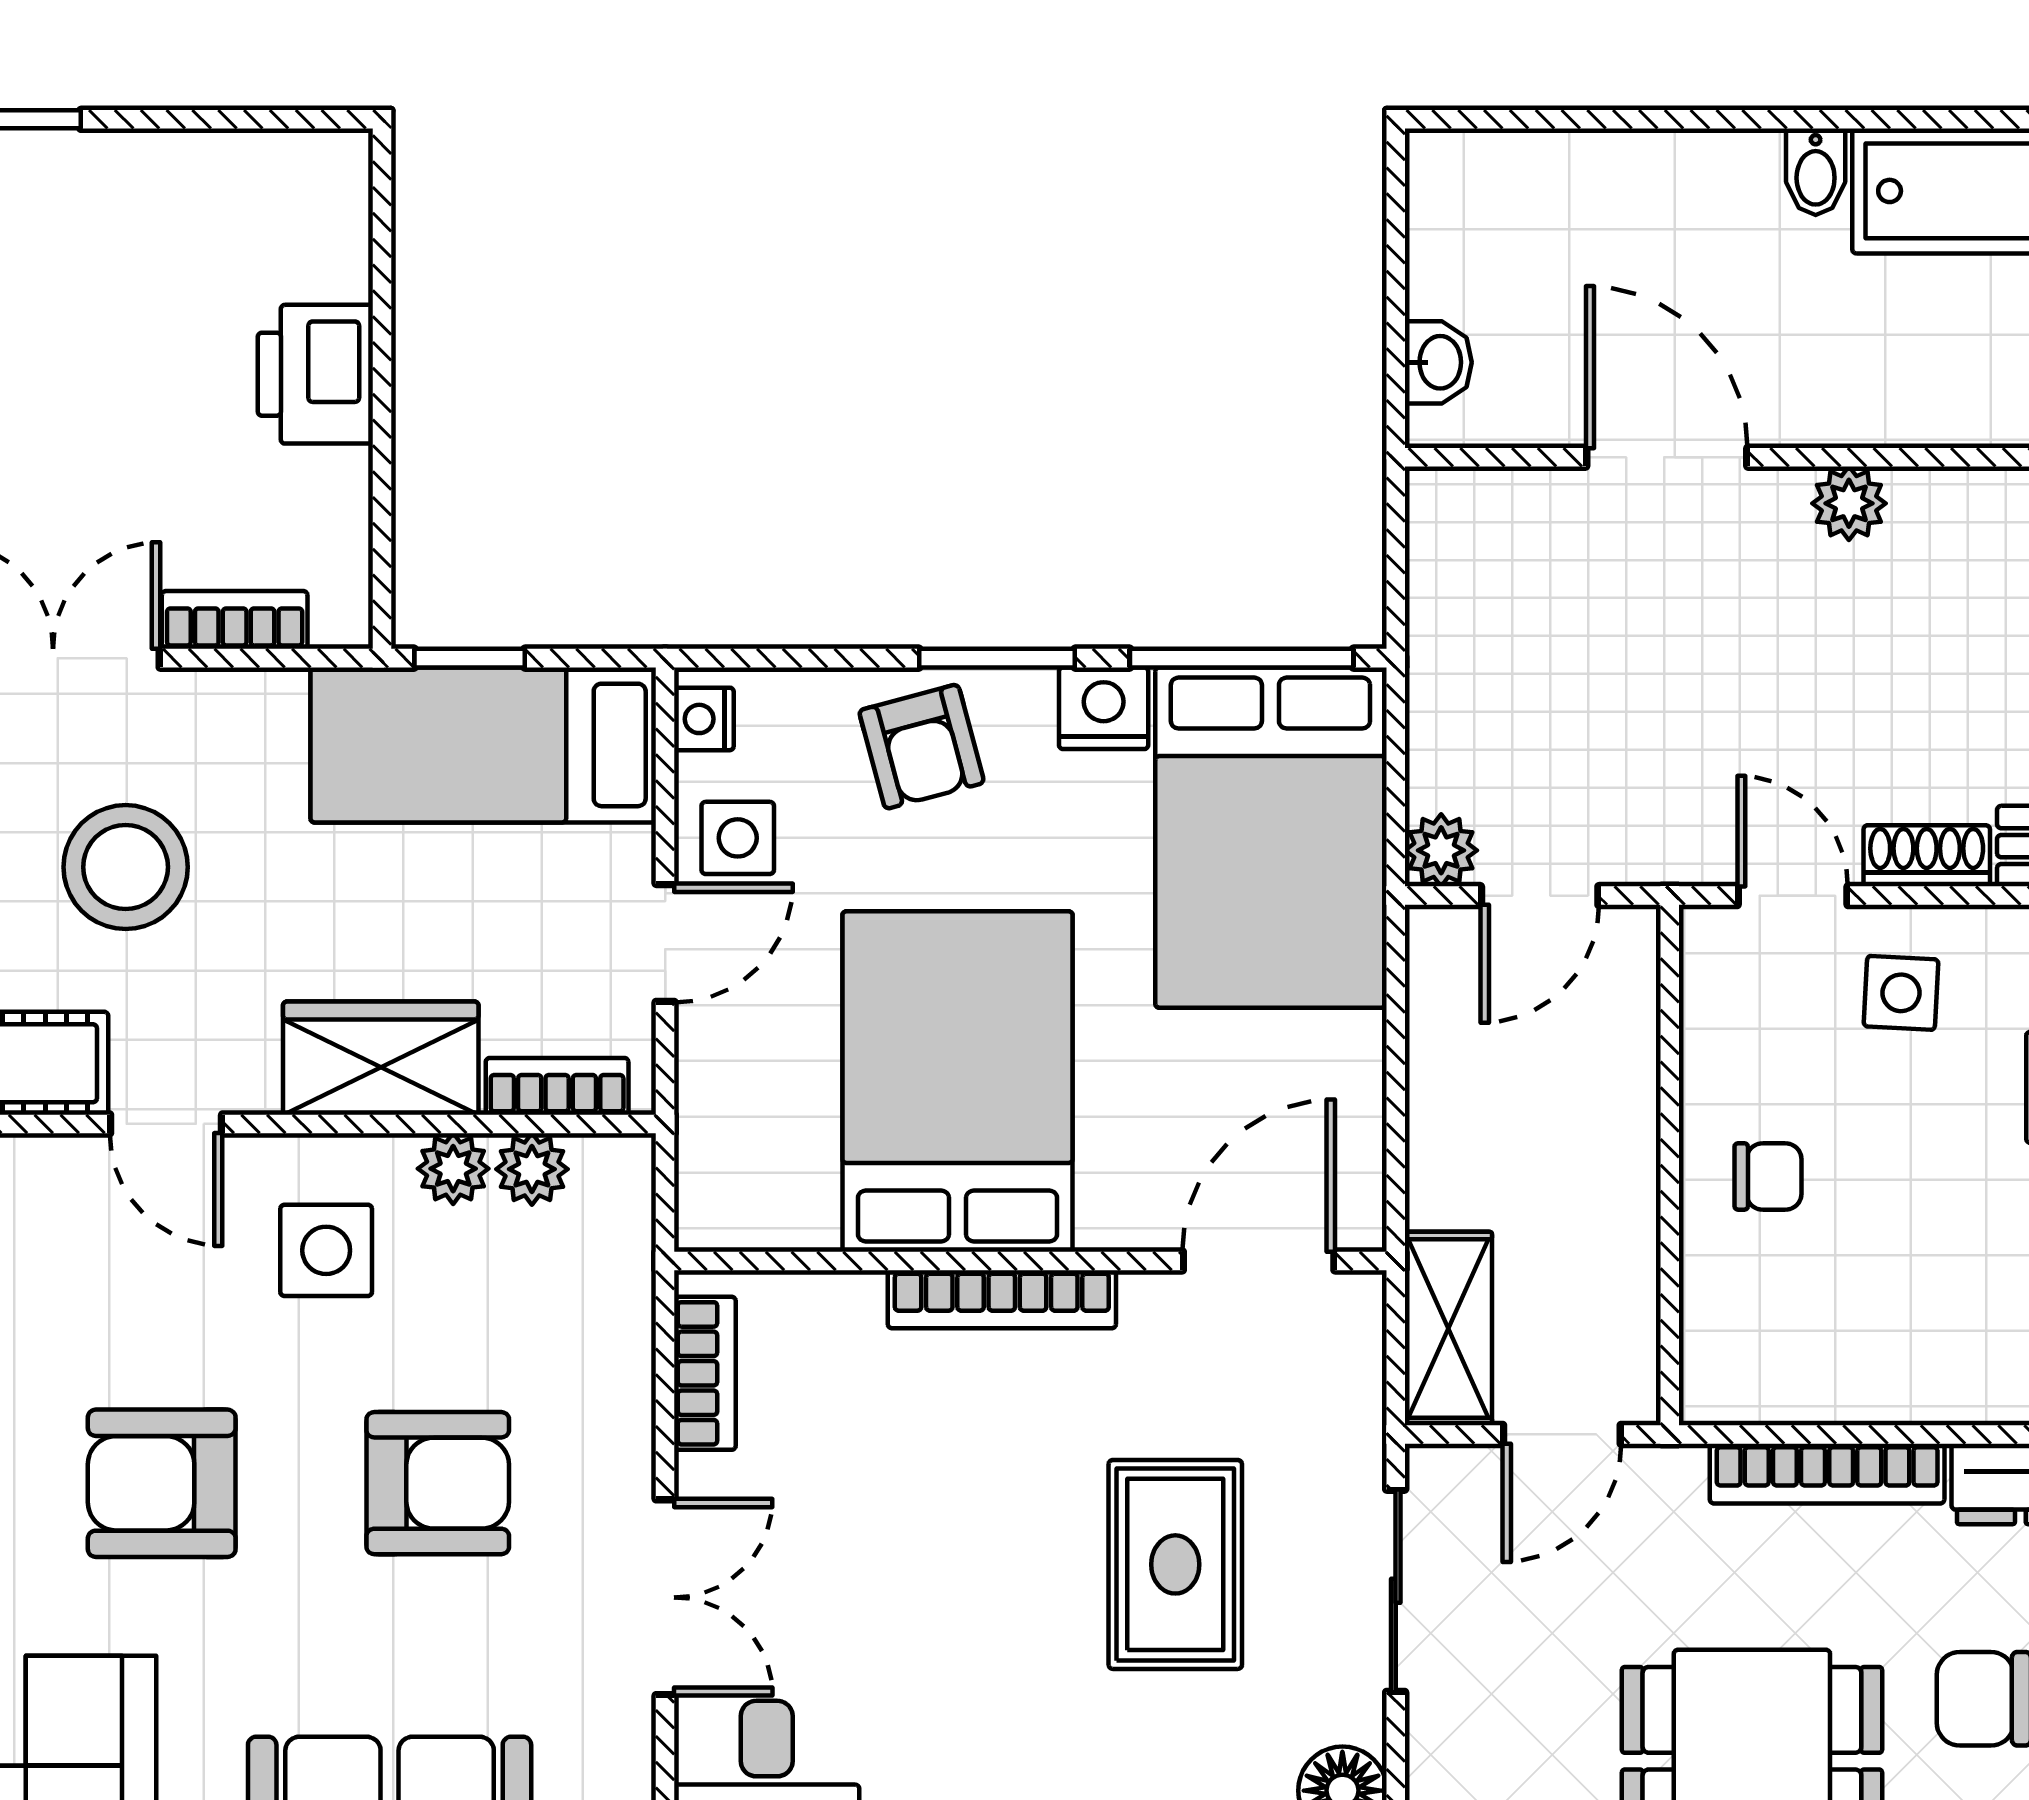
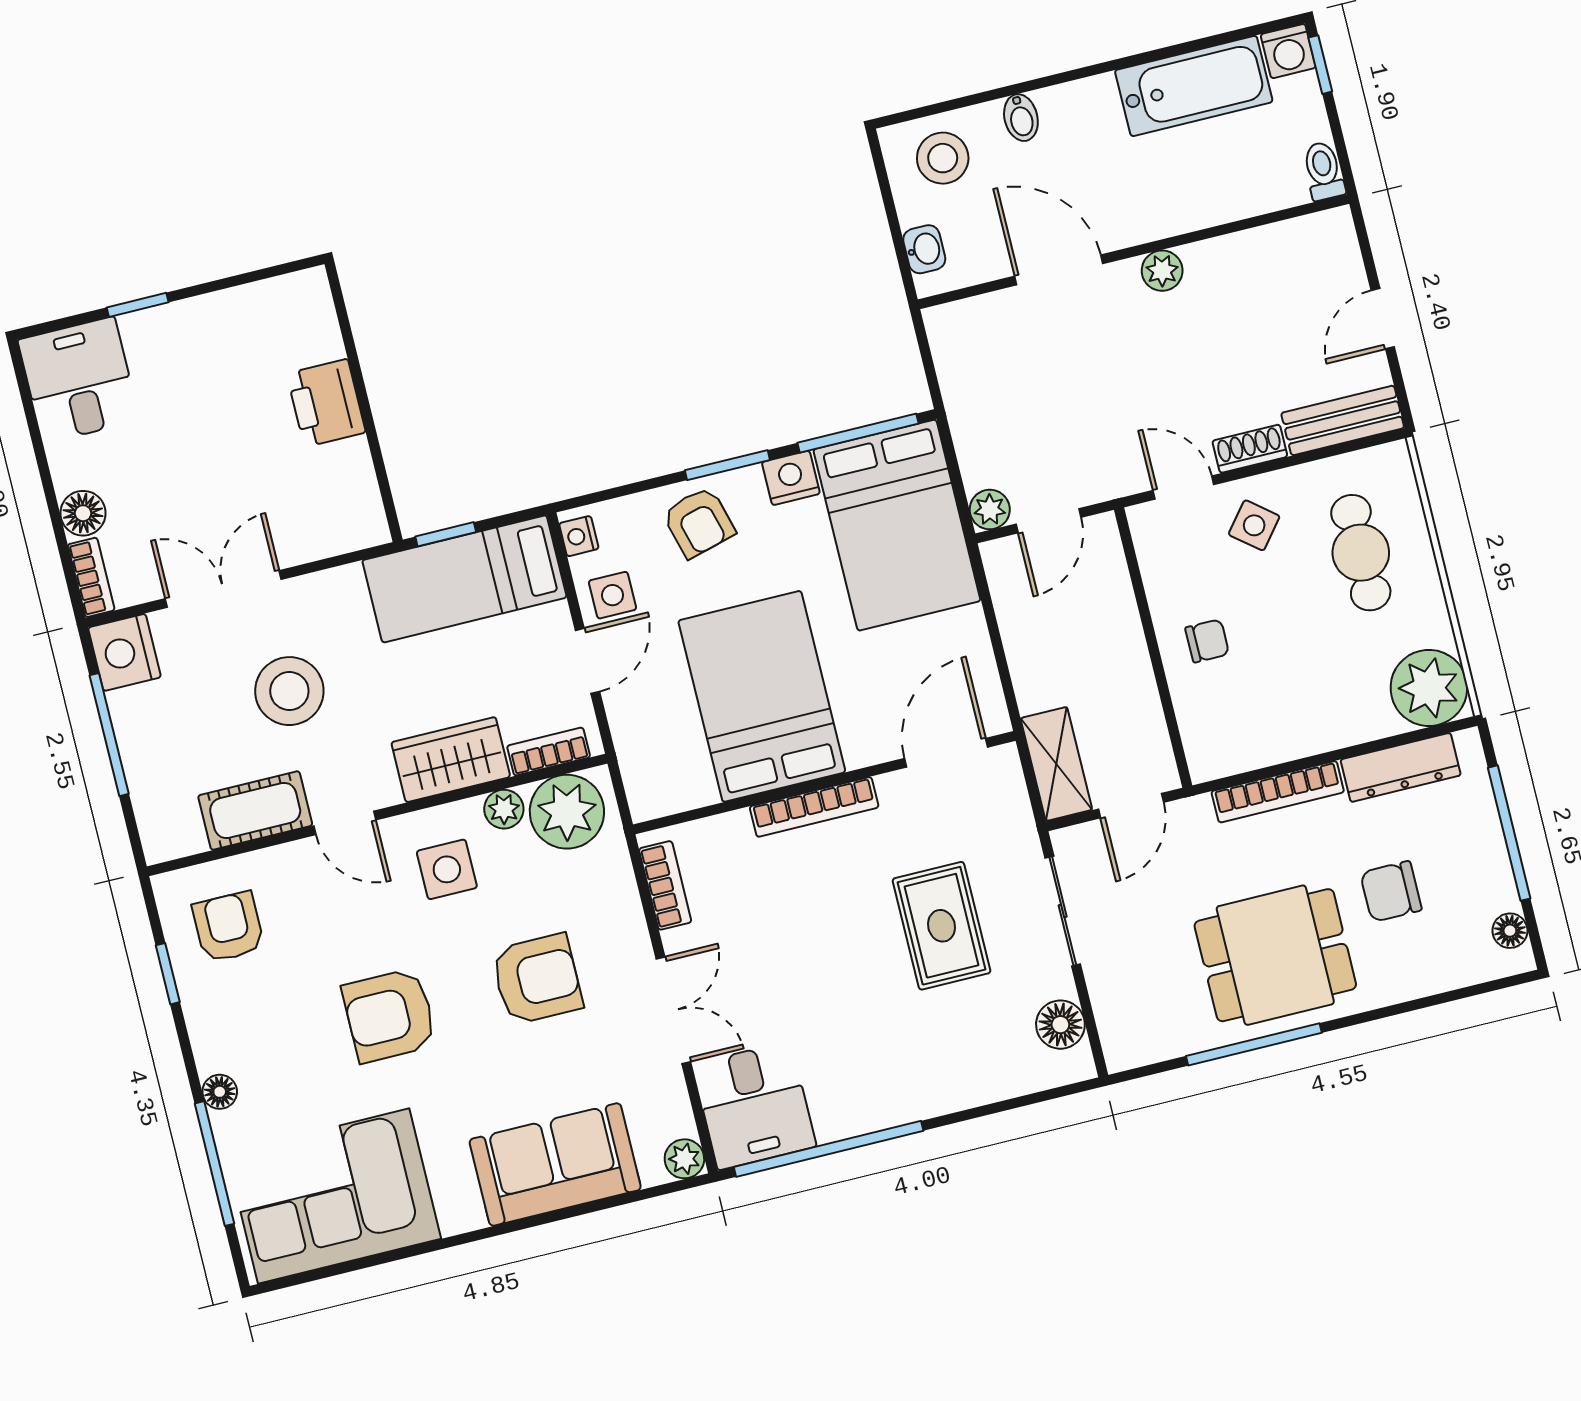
bidet: (1816, 172) -> (1021, 118), moved
stool: (1510, 209) -> (943, 158), added
bookcase: (235, 620) -> (315, 545), removed
side table: (1901, 993) -> (1254, 525), turned 36
plant: (532, 1169) -> (567, 812), width x1.88, depth x1.88

